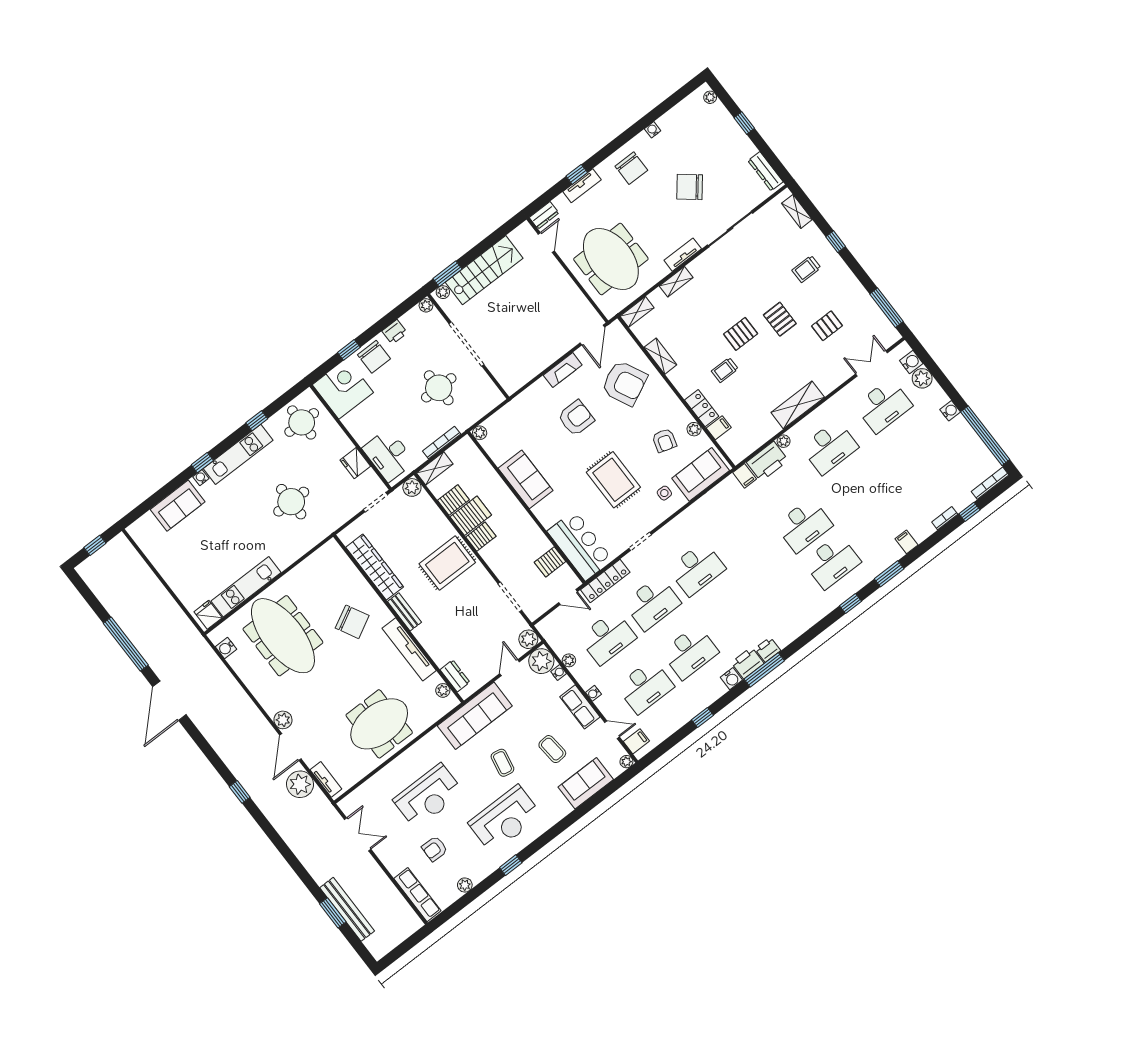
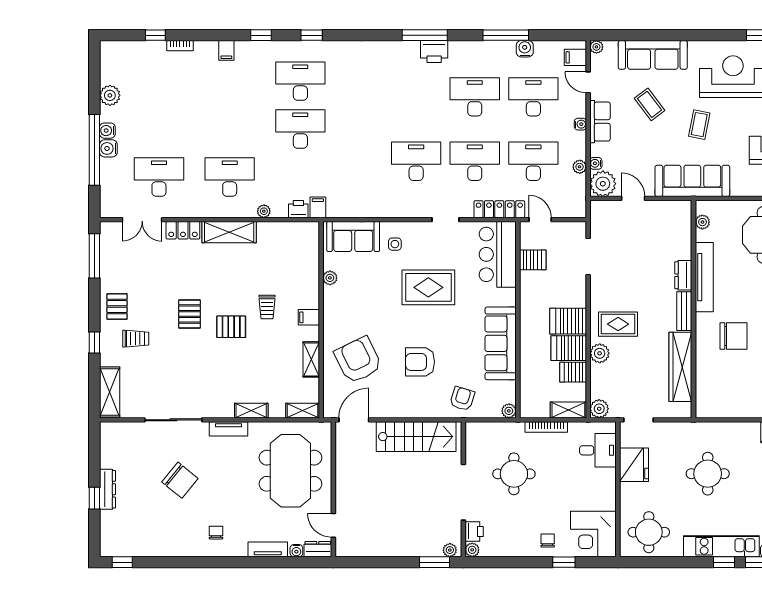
plant: (710, 97) -> (106, 541), removed
water cooler: (653, 130) -> (296, 551), moved
chair: (631, 168) -> (216, 533), width x0.54, depth x0.54
dresser: (766, 171) -> (107, 489), moved
window: (577, 174) -> (122, 562), moved
shelving: (797, 211) -> (110, 392), width x1.50, depth x1.33
door: (546, 243) -> (333, 525), hinge flipped
stairs: (484, 270) -> (416, 437), moved, turned 180
pallet: (827, 326) -> (117, 307), moved, turned 90
printer: (395, 332) -> (474, 531), moved, turned 90
chair: (374, 357) -> (548, 541), width x0.54, depth x0.54
water cooler: (911, 362) -> (108, 148), moved
fireplace: (563, 370) -> (401, 410), removed
trolley: (725, 370) -> (267, 307), turned 90
plant: (922, 378) -> (110, 95), moved
locker: (702, 408) -> (183, 230), moved, turned -90
window: (257, 421) -> (724, 562), moved
filing cabinet: (719, 428) -> (309, 317), moved
window: (985, 436) -> (94, 150), moved
armchair: (664, 440) -> (462, 399), moved
desk: (389, 455) -> (598, 450), width x0.73
printer: (767, 461) -> (298, 209), width x0.53, depth x0.68
fridge: (355, 463) -> (634, 465), width x1.36, depth x1.34
sofa: (526, 479) -> (501, 343), width x1.36
rug: (613, 480) -> (428, 287), turned 90
bookcase: (990, 483) -> (120, 46), removed
server rack: (481, 537) -> (568, 321), width x1.36, depth x1.44
rug: (447, 563) -> (618, 324), width x0.73, depth x0.70
window: (889, 574) -> (261, 35), width x0.67
chair: (352, 622) -> (734, 336), turned 118
plant: (528, 639) -> (600, 353), moved
printer: (768, 650) -> (409, 50), removed
door: (510, 668) -> (633, 198), swing flipped
dresser: (455, 676) -> (683, 275), moved
water cooler: (731, 679) -> (525, 49), moved
window: (703, 717) -> (506, 35), width x2.17
coffee table: (552, 749) -> (650, 104), turned -32
sofa: (586, 783) -> (653, 55), width x1.36

